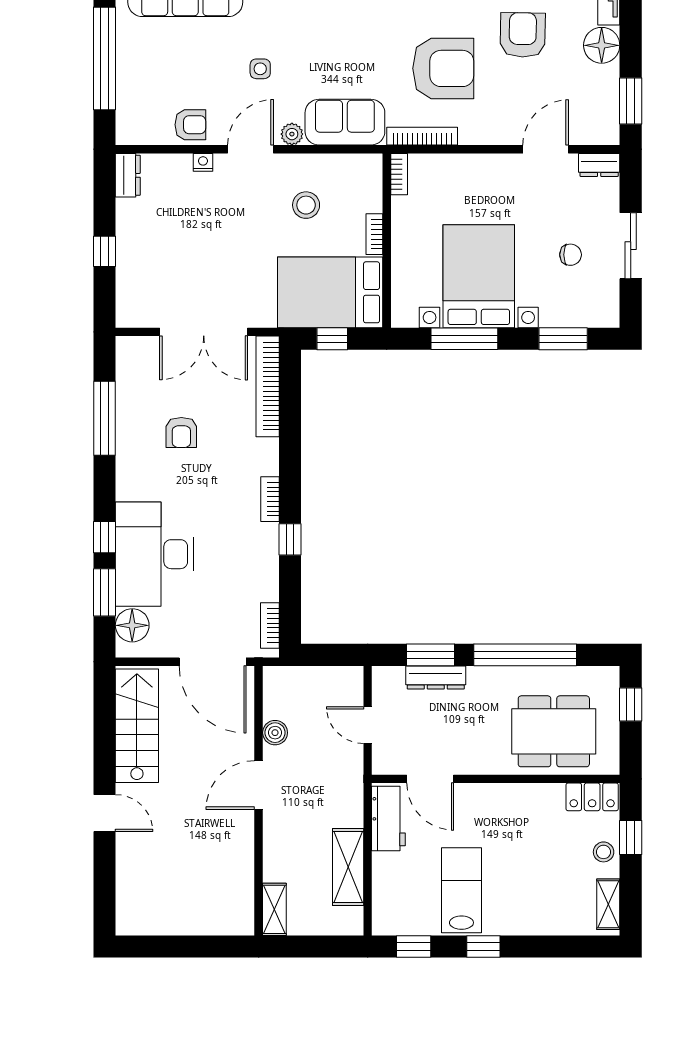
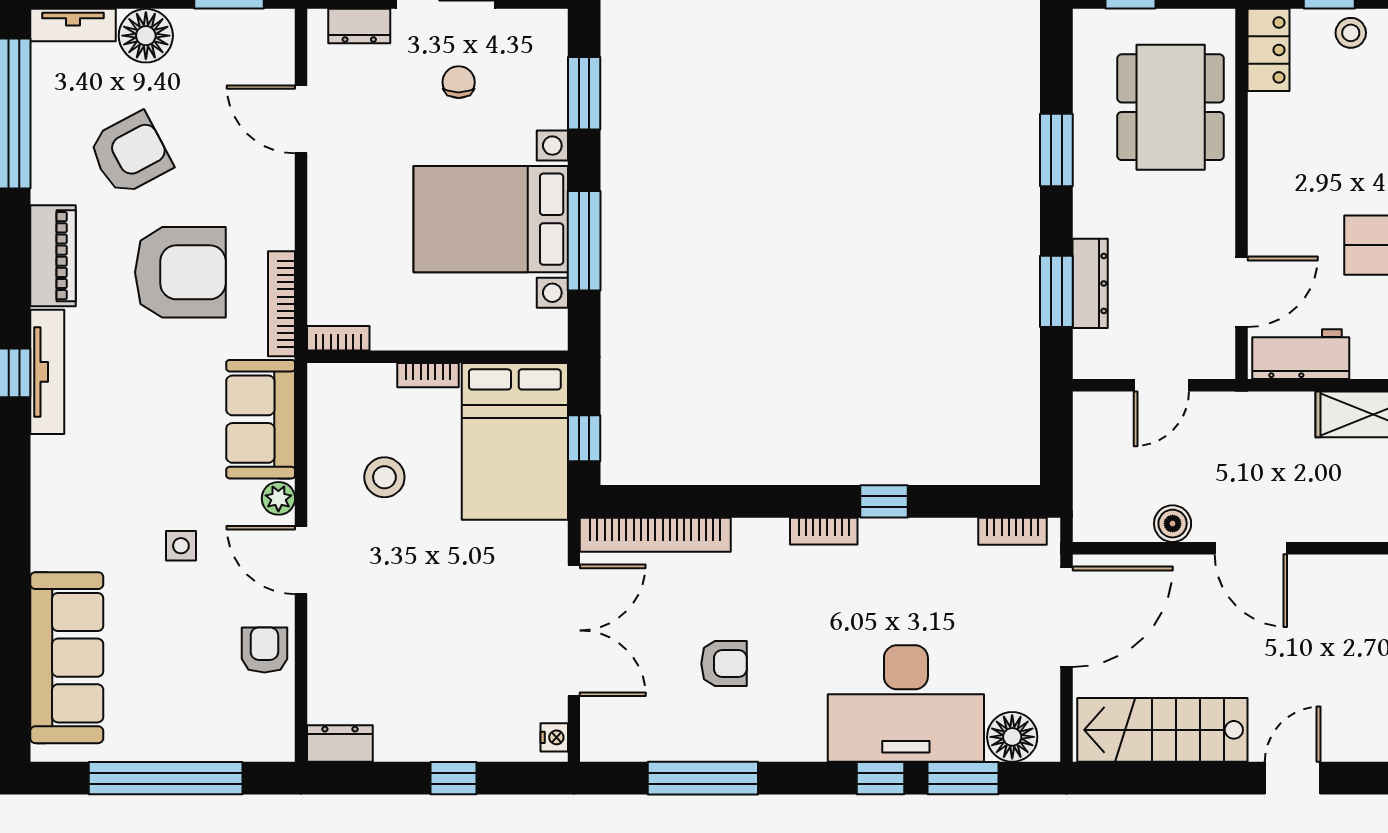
armchair: (523, 35) -> (130, 154), turned 151
armchair: (443, 68) -> (180, 272), turned 90
nightstand: (203, 162) -> (554, 737), moved, turned 180
dresser: (599, 165) -> (359, 26), moved, turned 90
window: (525, 655) -> (1056, 150), width x0.47

